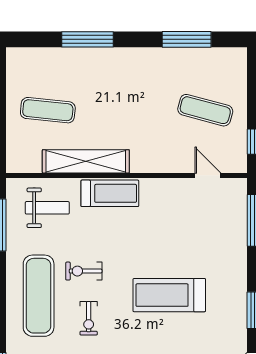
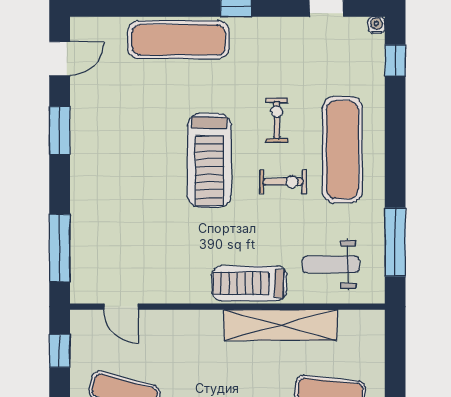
treadmill: (169, 295) -> (209, 160), moved, turned 90

